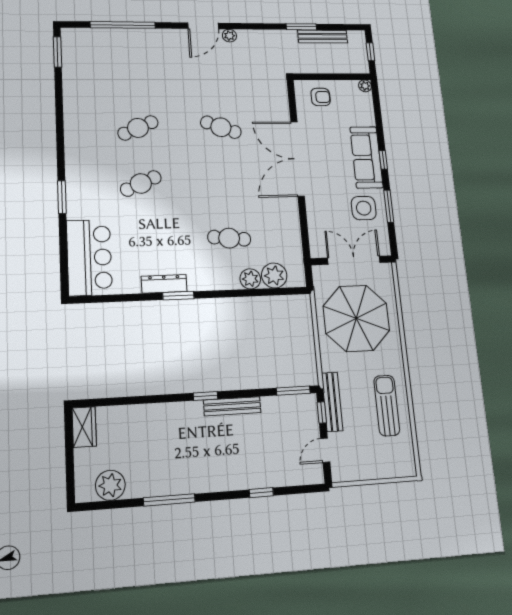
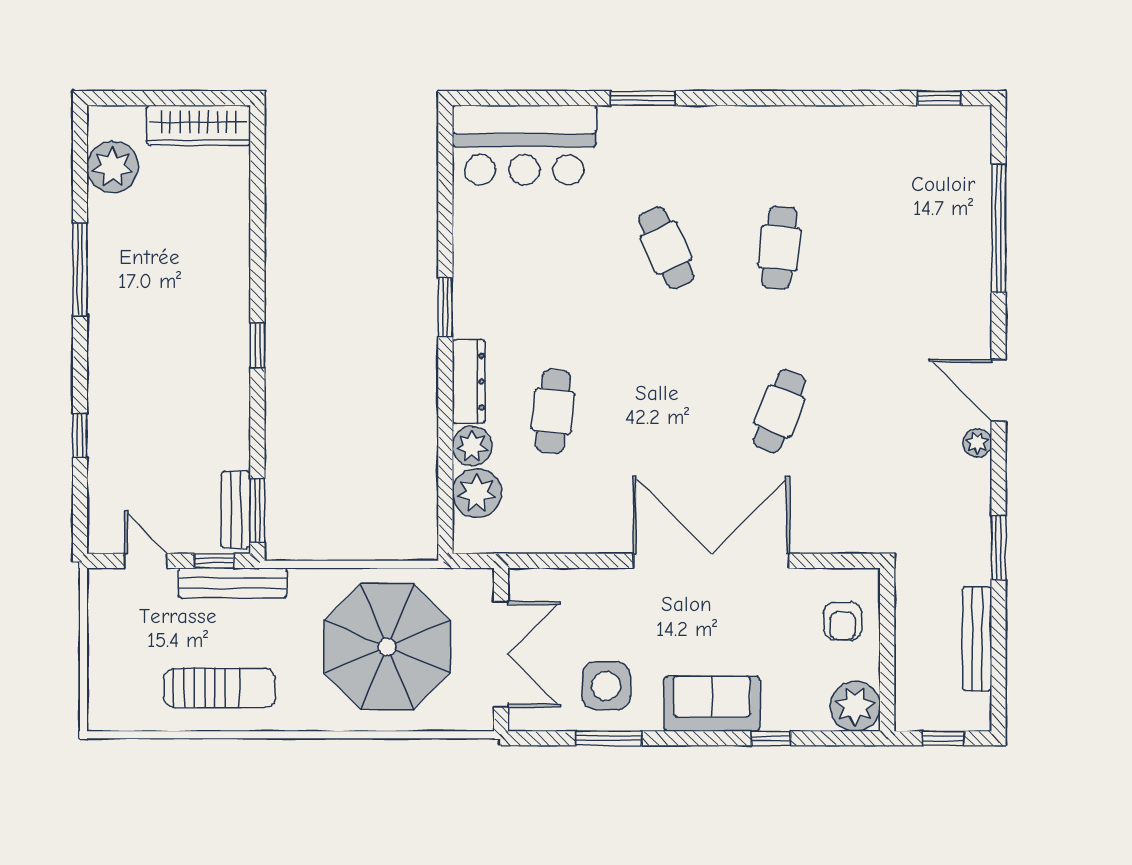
window: (301, 27) -> (998, 548), moved
window: (58, 52) -> (939, 98), width x0.67
plant: (365, 86) -> (855, 706), width x1.88, depth x1.88
cafe table: (138, 128) -> (779, 248), turned 30
sofa: (366, 157) -> (712, 704), width x0.73
window: (383, 160) -> (771, 738), moved
dresser: (164, 284) -> (469, 382), moved
bench: (232, 406) -> (236, 510), moved, width x0.73
wardrobe: (84, 427) -> (199, 125), width x1.50

